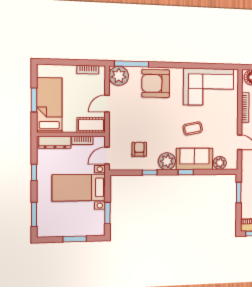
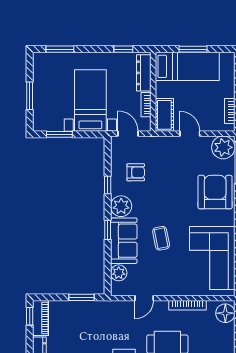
window: (34, 172) -> (123, 49), moved

